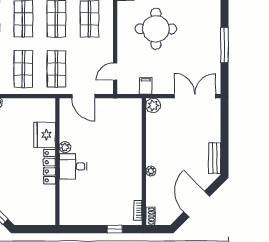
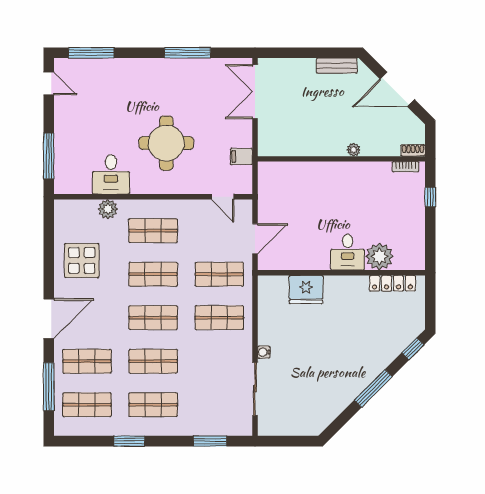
plant: (153, 105) -> (267, 147), removed
plant: (65, 147) -> (379, 256), moved, width x1.87, depth x1.87
locker: (49, 167) -> (393, 283), moved

